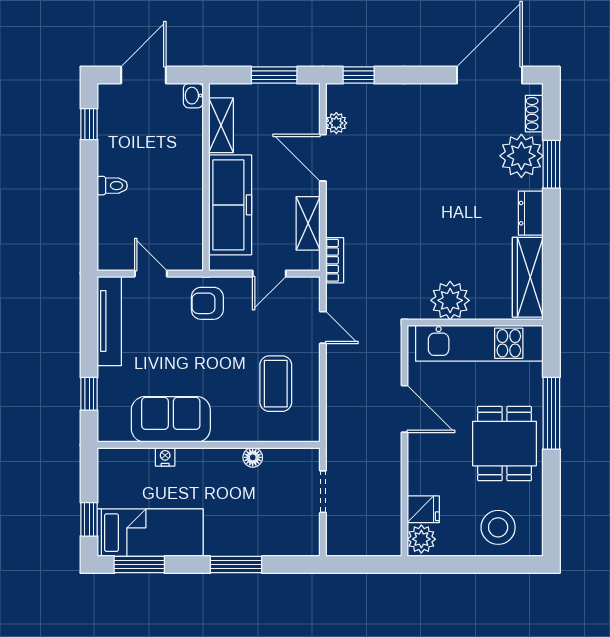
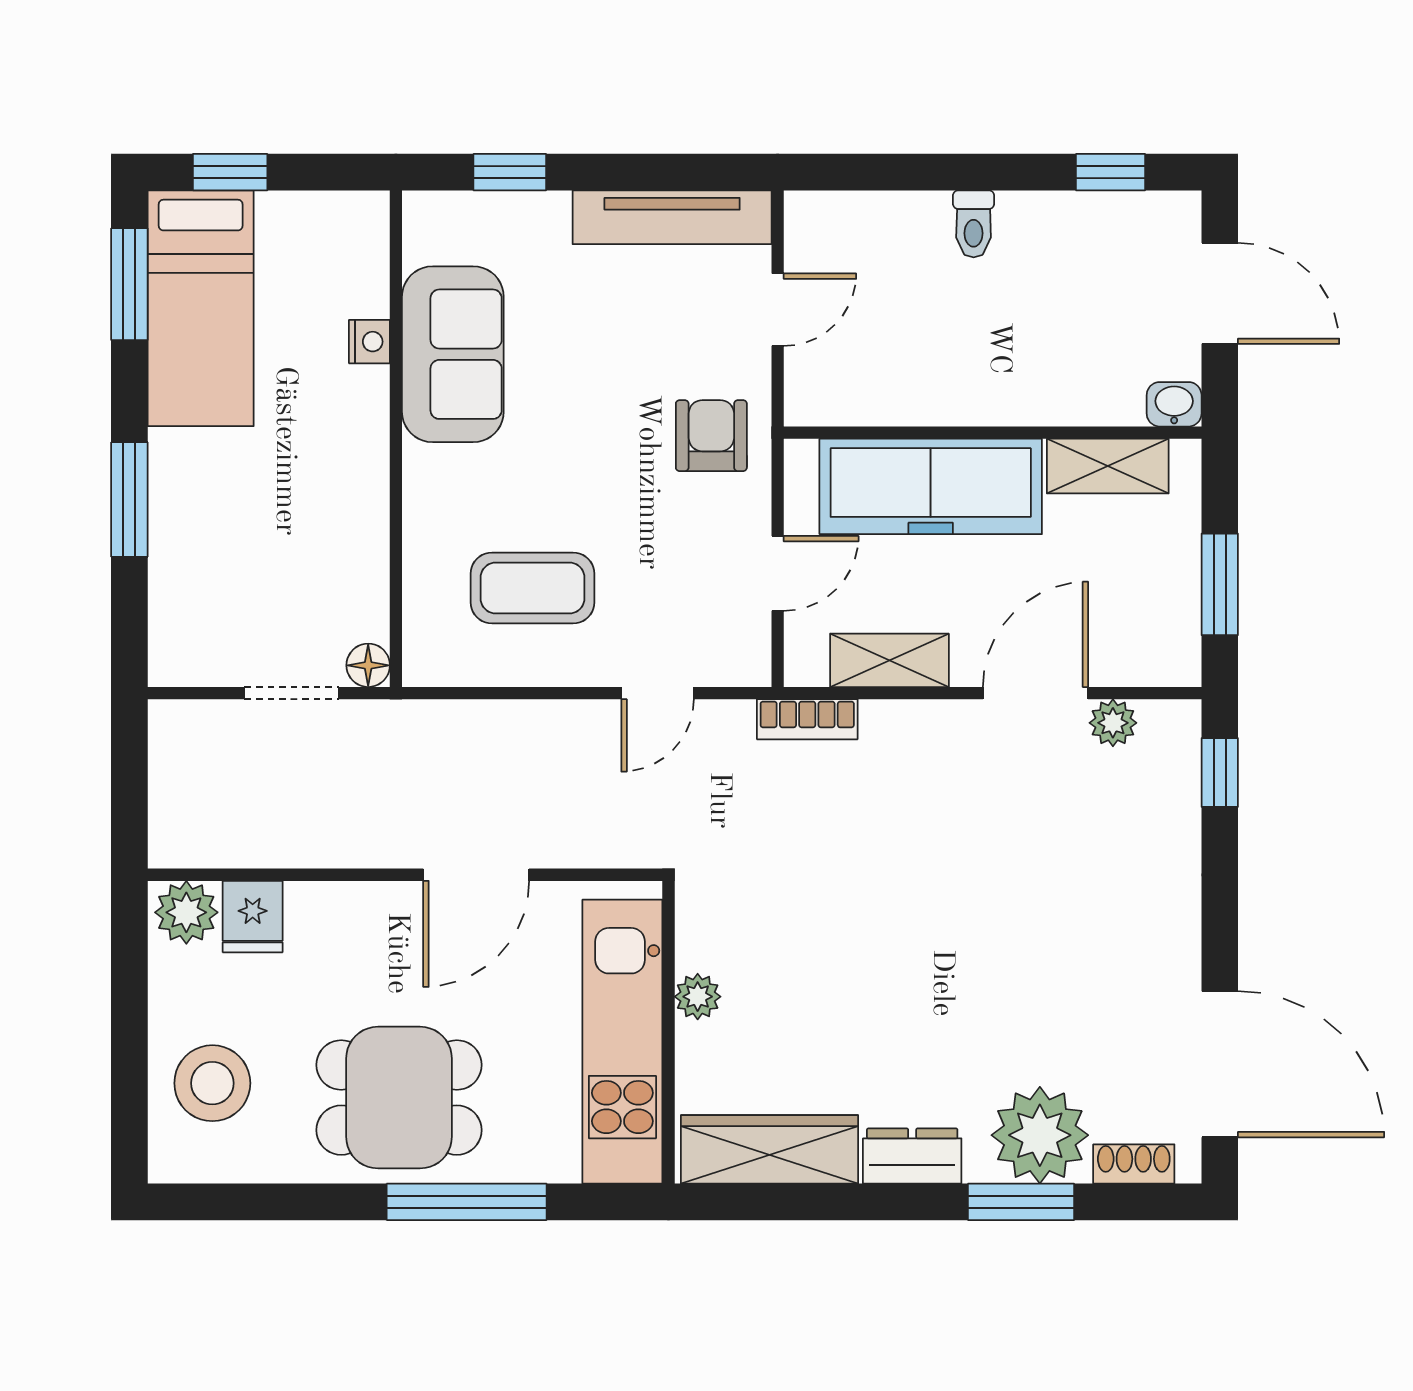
door: (269, 274) -> (778, 573), swing flipped
plant: (450, 300) -> (698, 997), width x0.53, depth x0.53
floor lamp: (253, 457) -> (368, 665), moved

